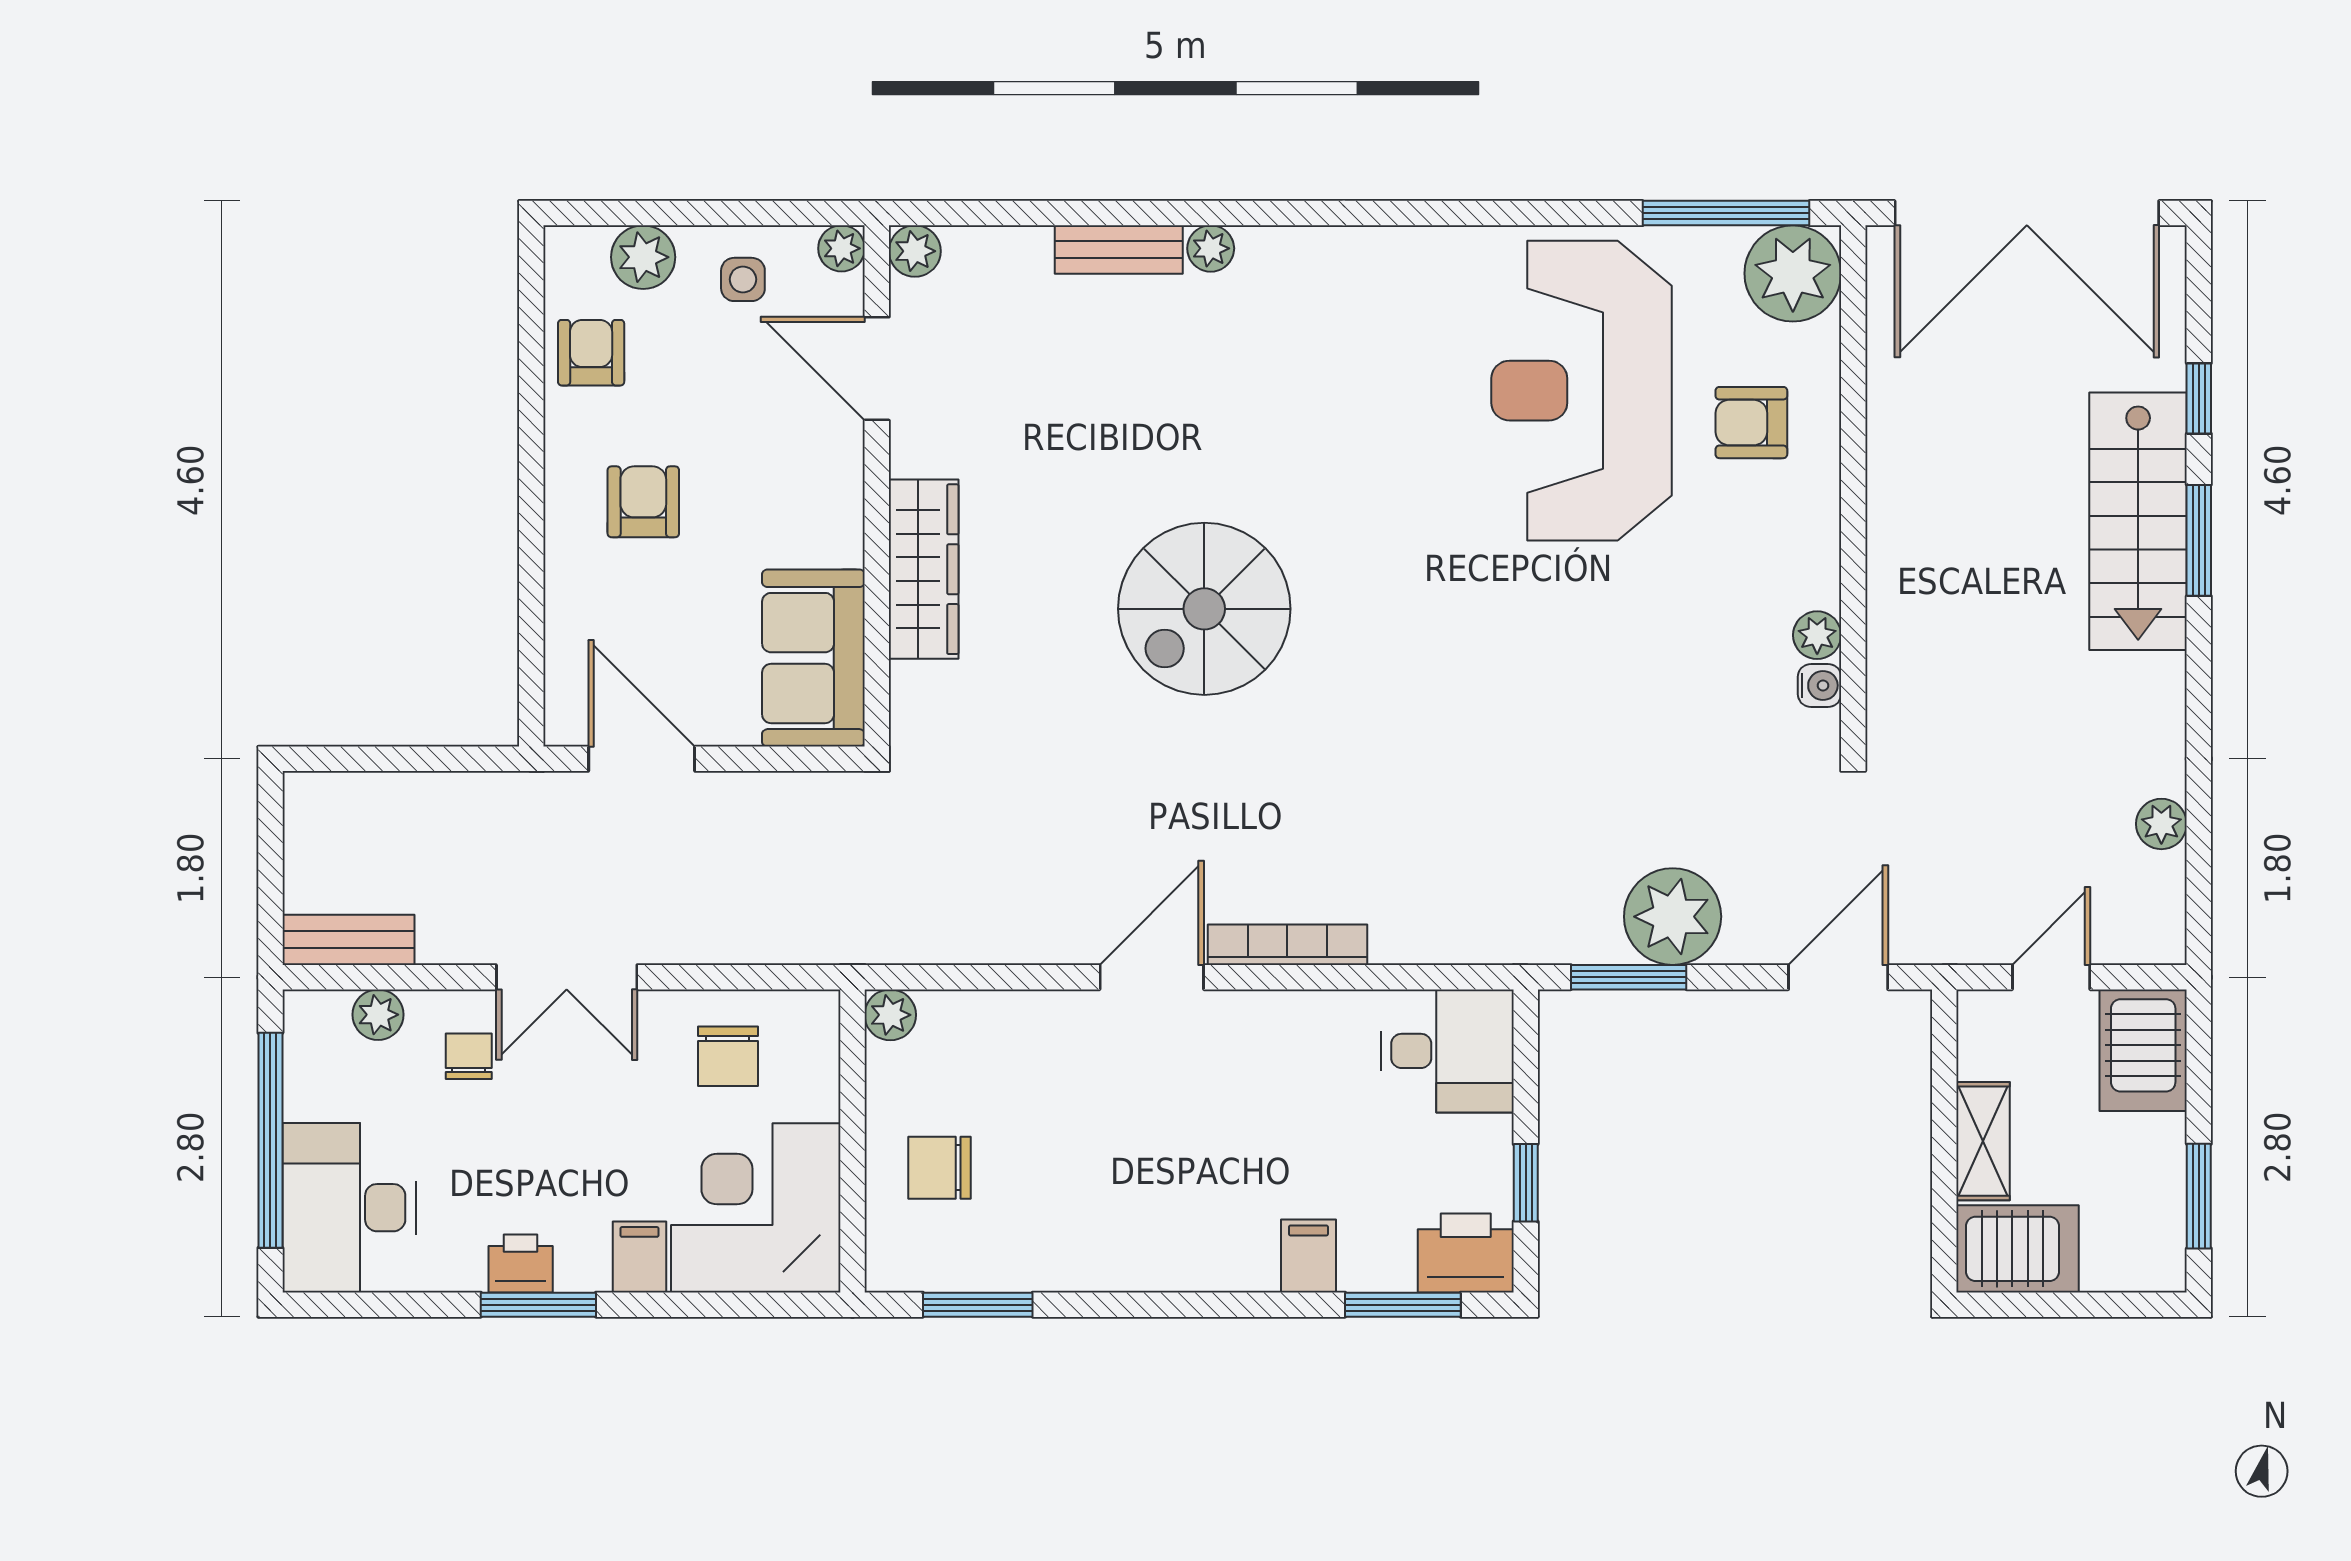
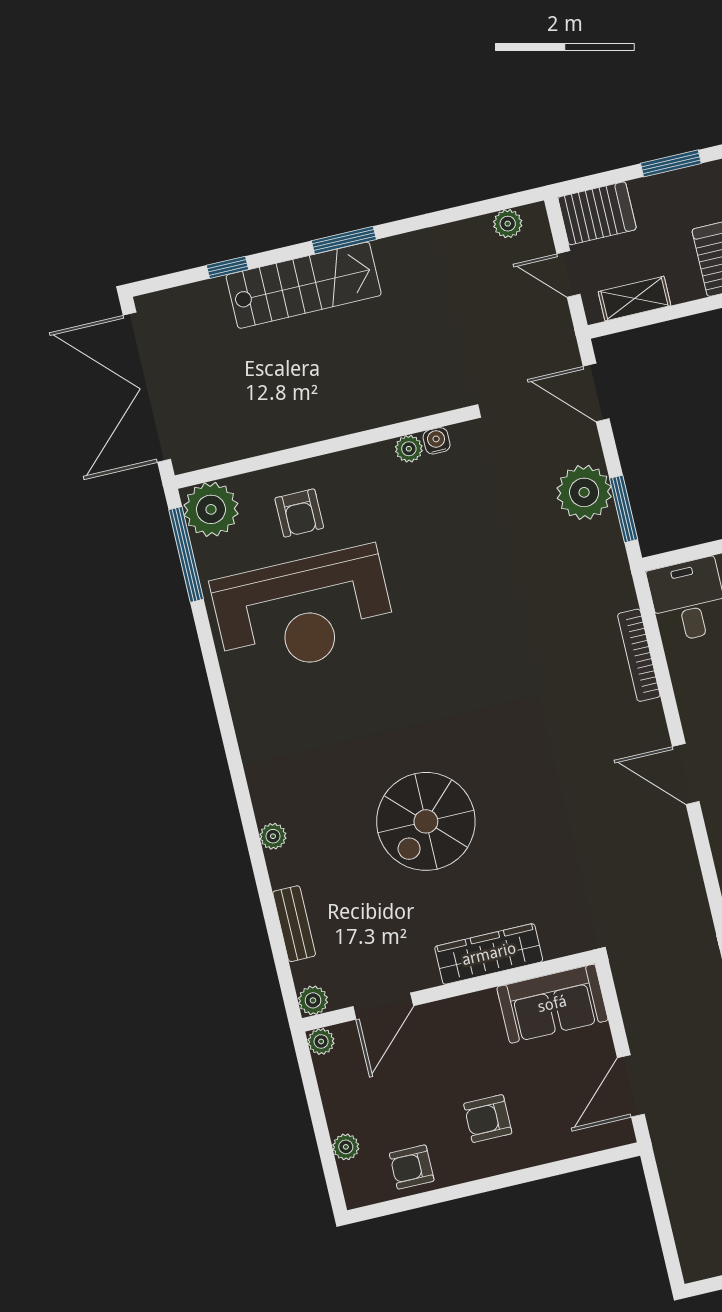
double door: (2027, 213) -> (147, 387), swing flipped
bench: (1119, 250) -> (294, 924), moved
plant: (643, 257) -> (346, 1147), width x0.73, depth x0.73
side table: (743, 279) -> (351, 1092), removed
window: (2199, 540) -> (344, 240), moved
spiral stairs: (1204, 609) -> (426, 821), moved, turned 90
plant: (2161, 824) -> (508, 224), moved
bookcase: (1287, 945) -> (639, 655), moved
shelving: (1983, 1141) -> (635, 299), moved

